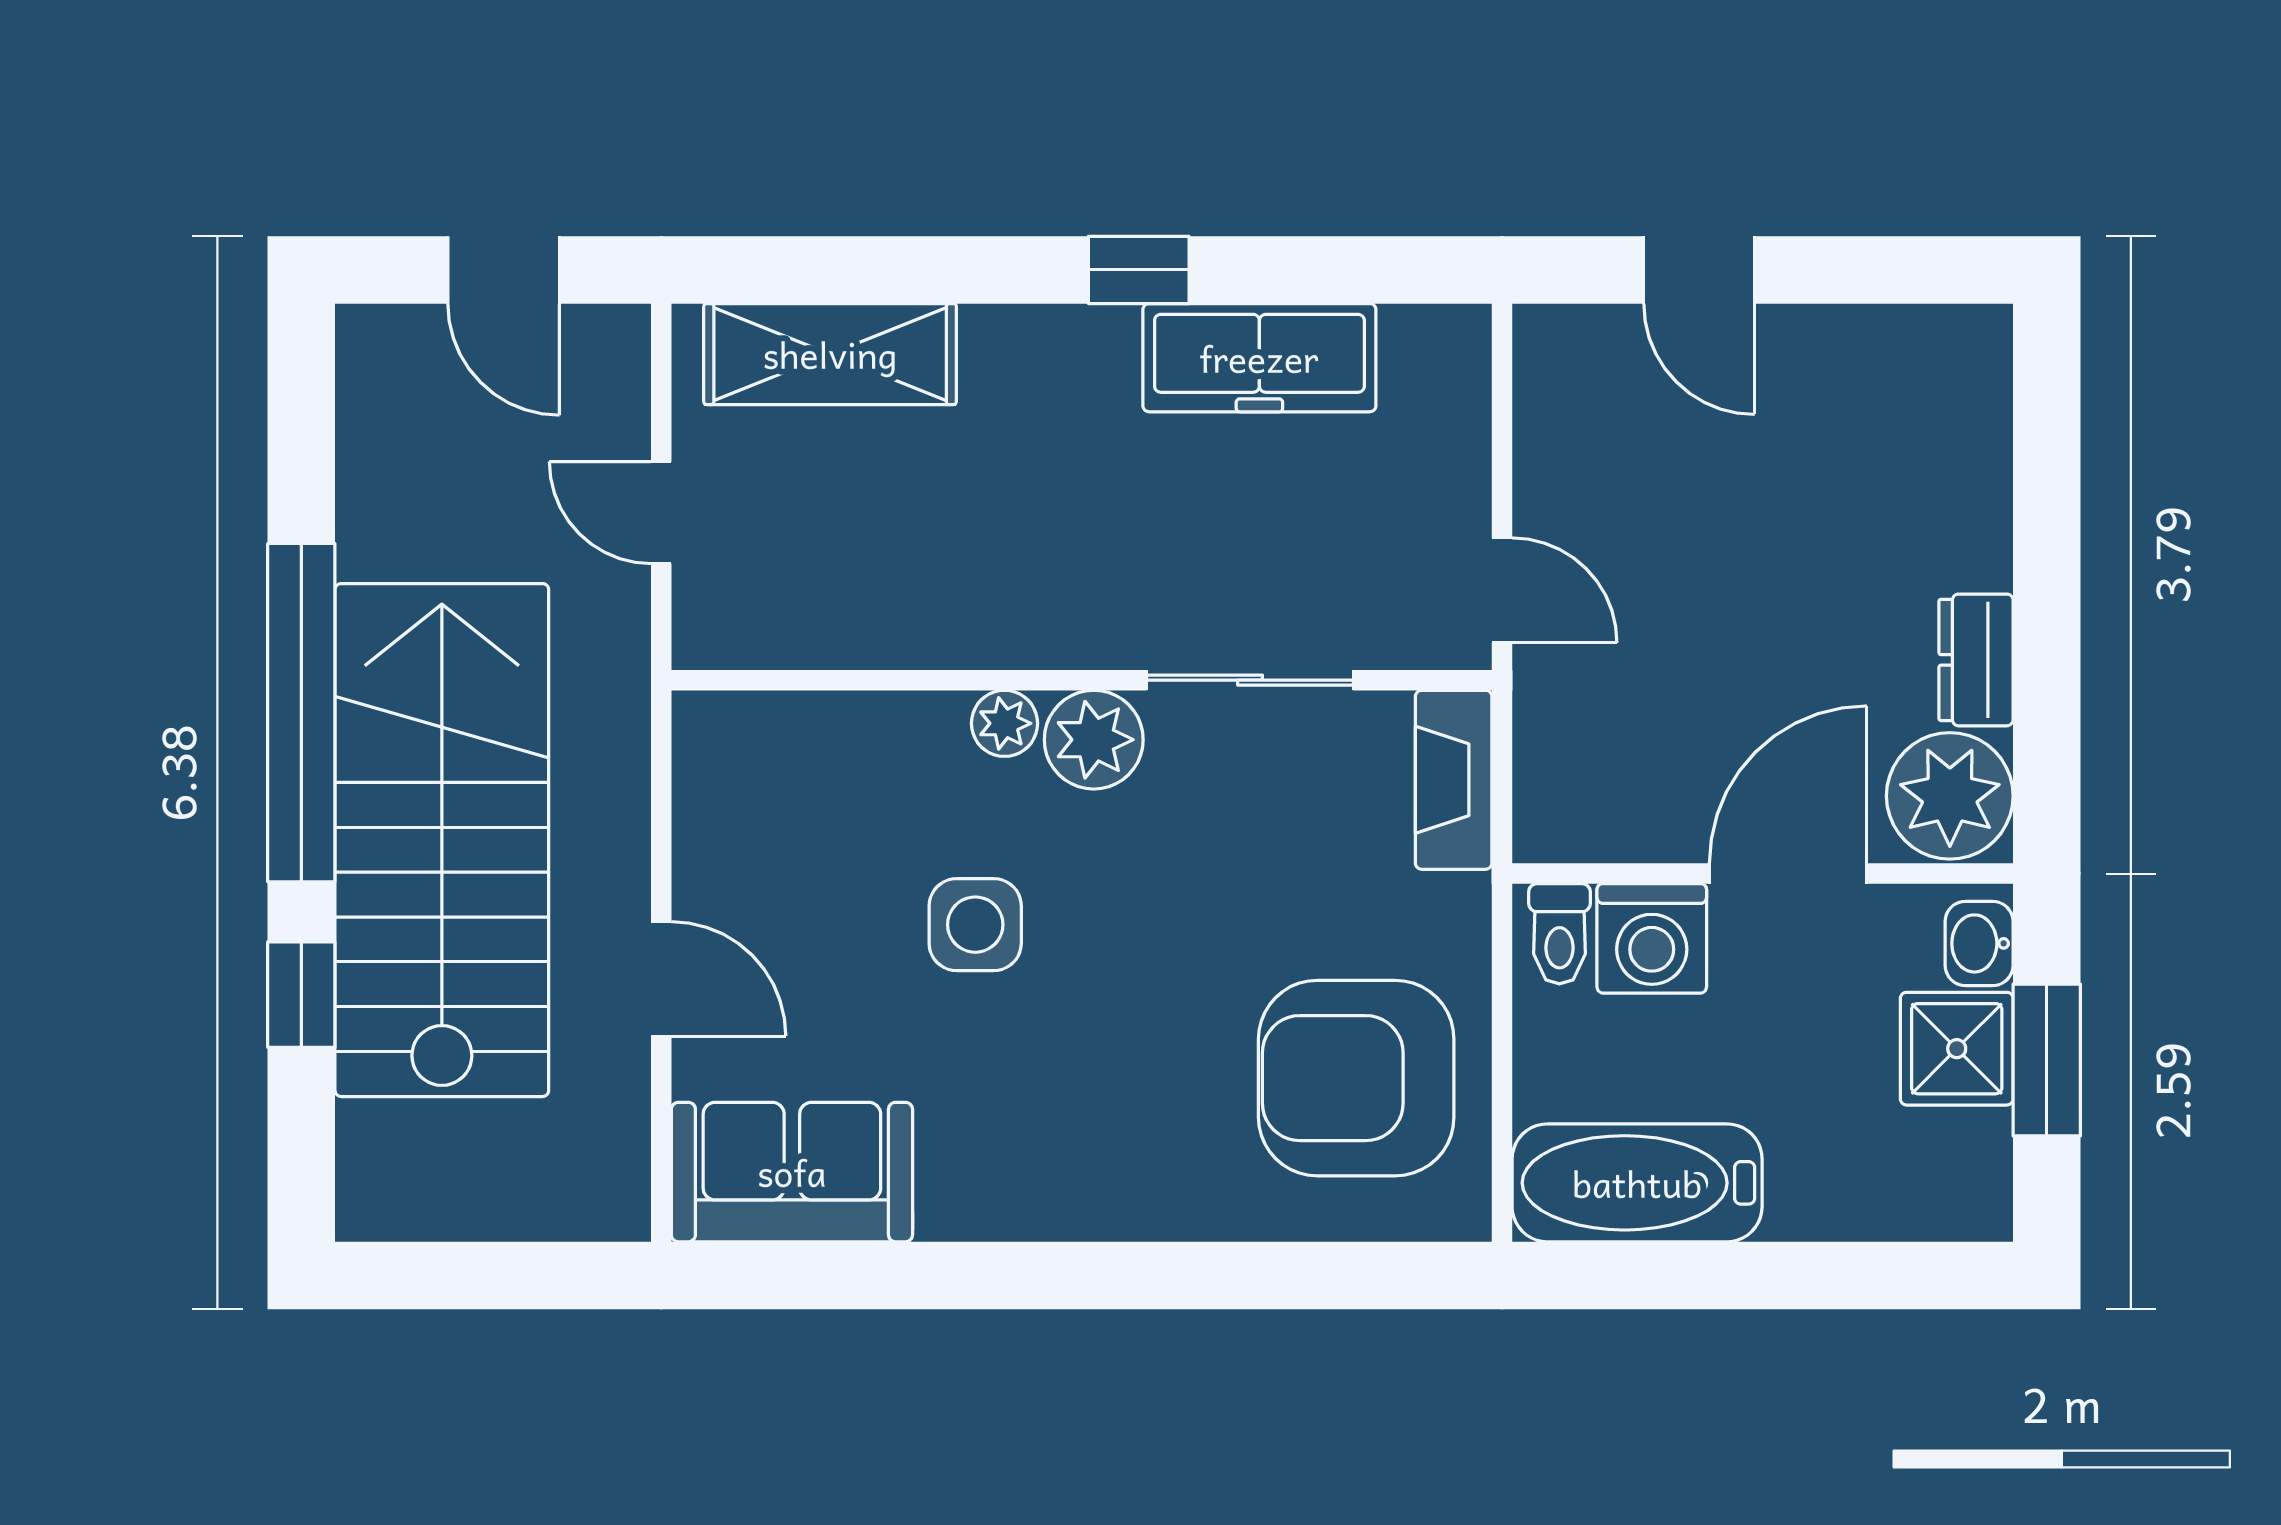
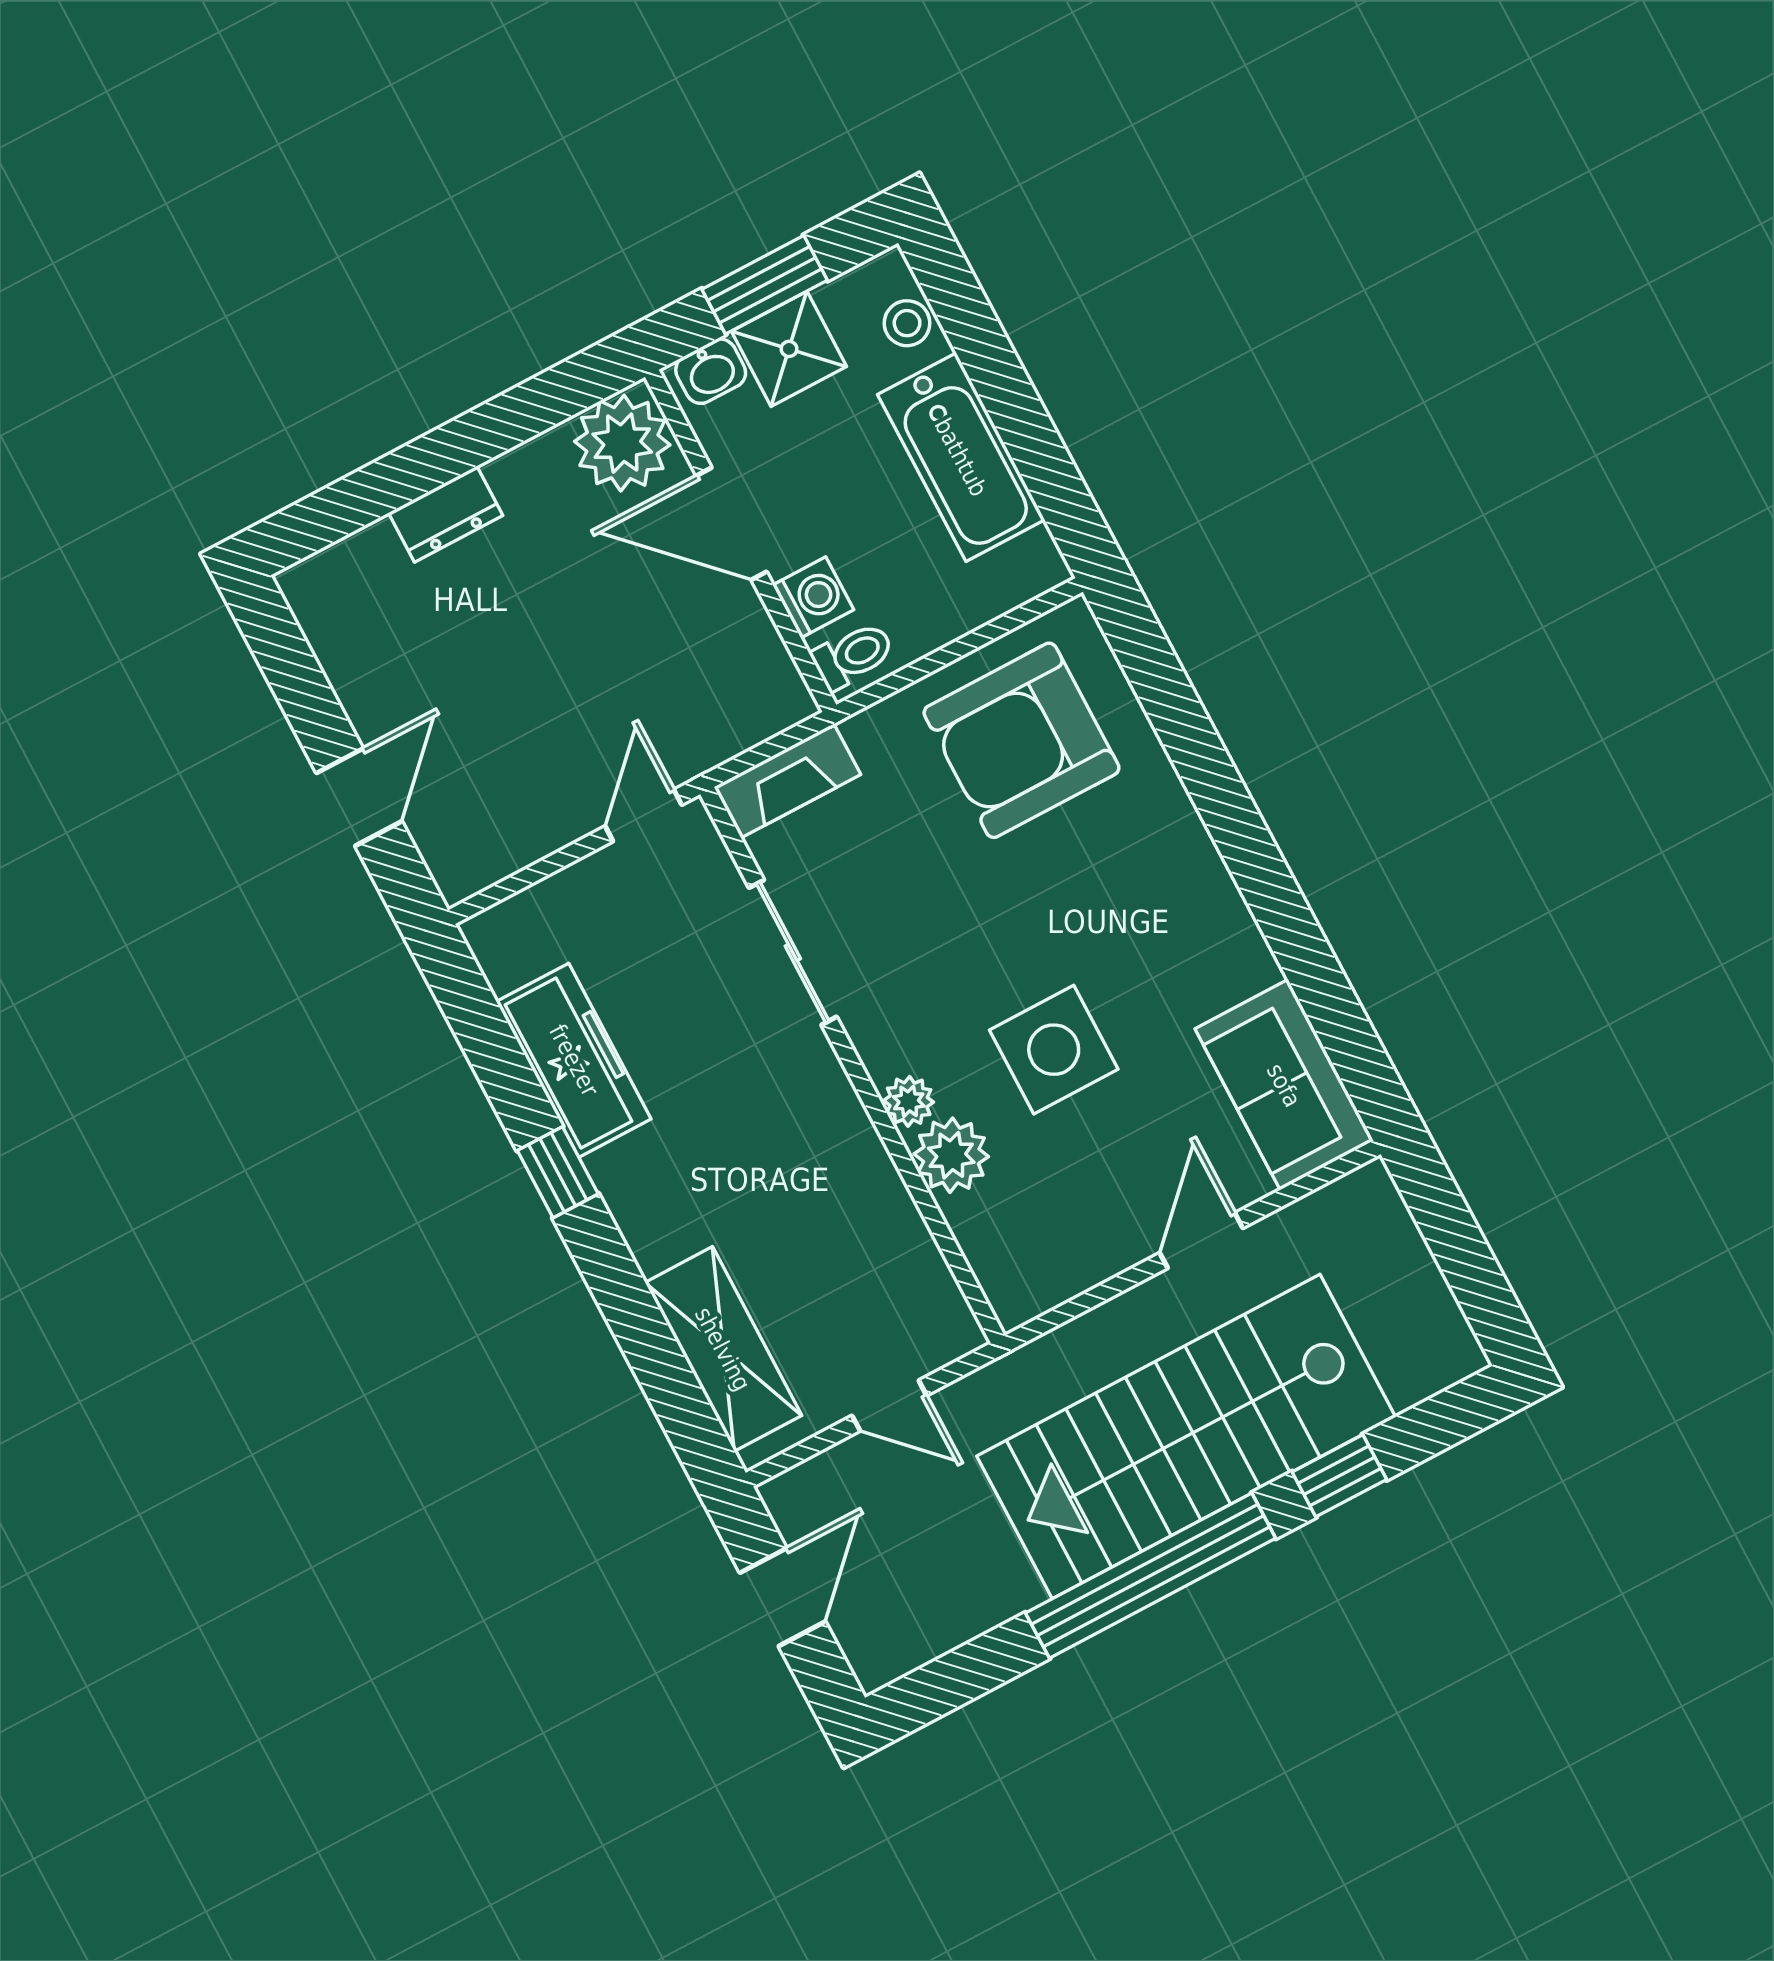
door: (661, 513) -> (889, 1406), hinge flipped
dresser: (1976, 660) -> (446, 514), moved
plant: (1094, 740) -> (951, 1155), moved
side table: (975, 925) -> (1054, 1050), width x1.37, depth x1.37
washing machine: (1652, 938) -> (813, 597), width x0.73, depth x0.73
armchair: (1356, 1078) -> (1021, 740), turned 90
bathtub: (1637, 1183) -> (961, 457), moved
stool: (1914, 1202) -> (907, 323), added

